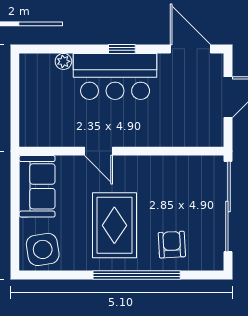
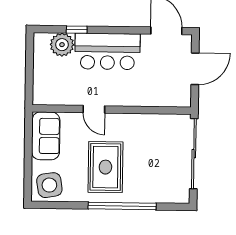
window: (122, 49) -> (77, 30), moved
plant: (63, 61) -> (62, 45), width x1.87, depth x1.87
armchair: (172, 245) -> (150, 183), removed

